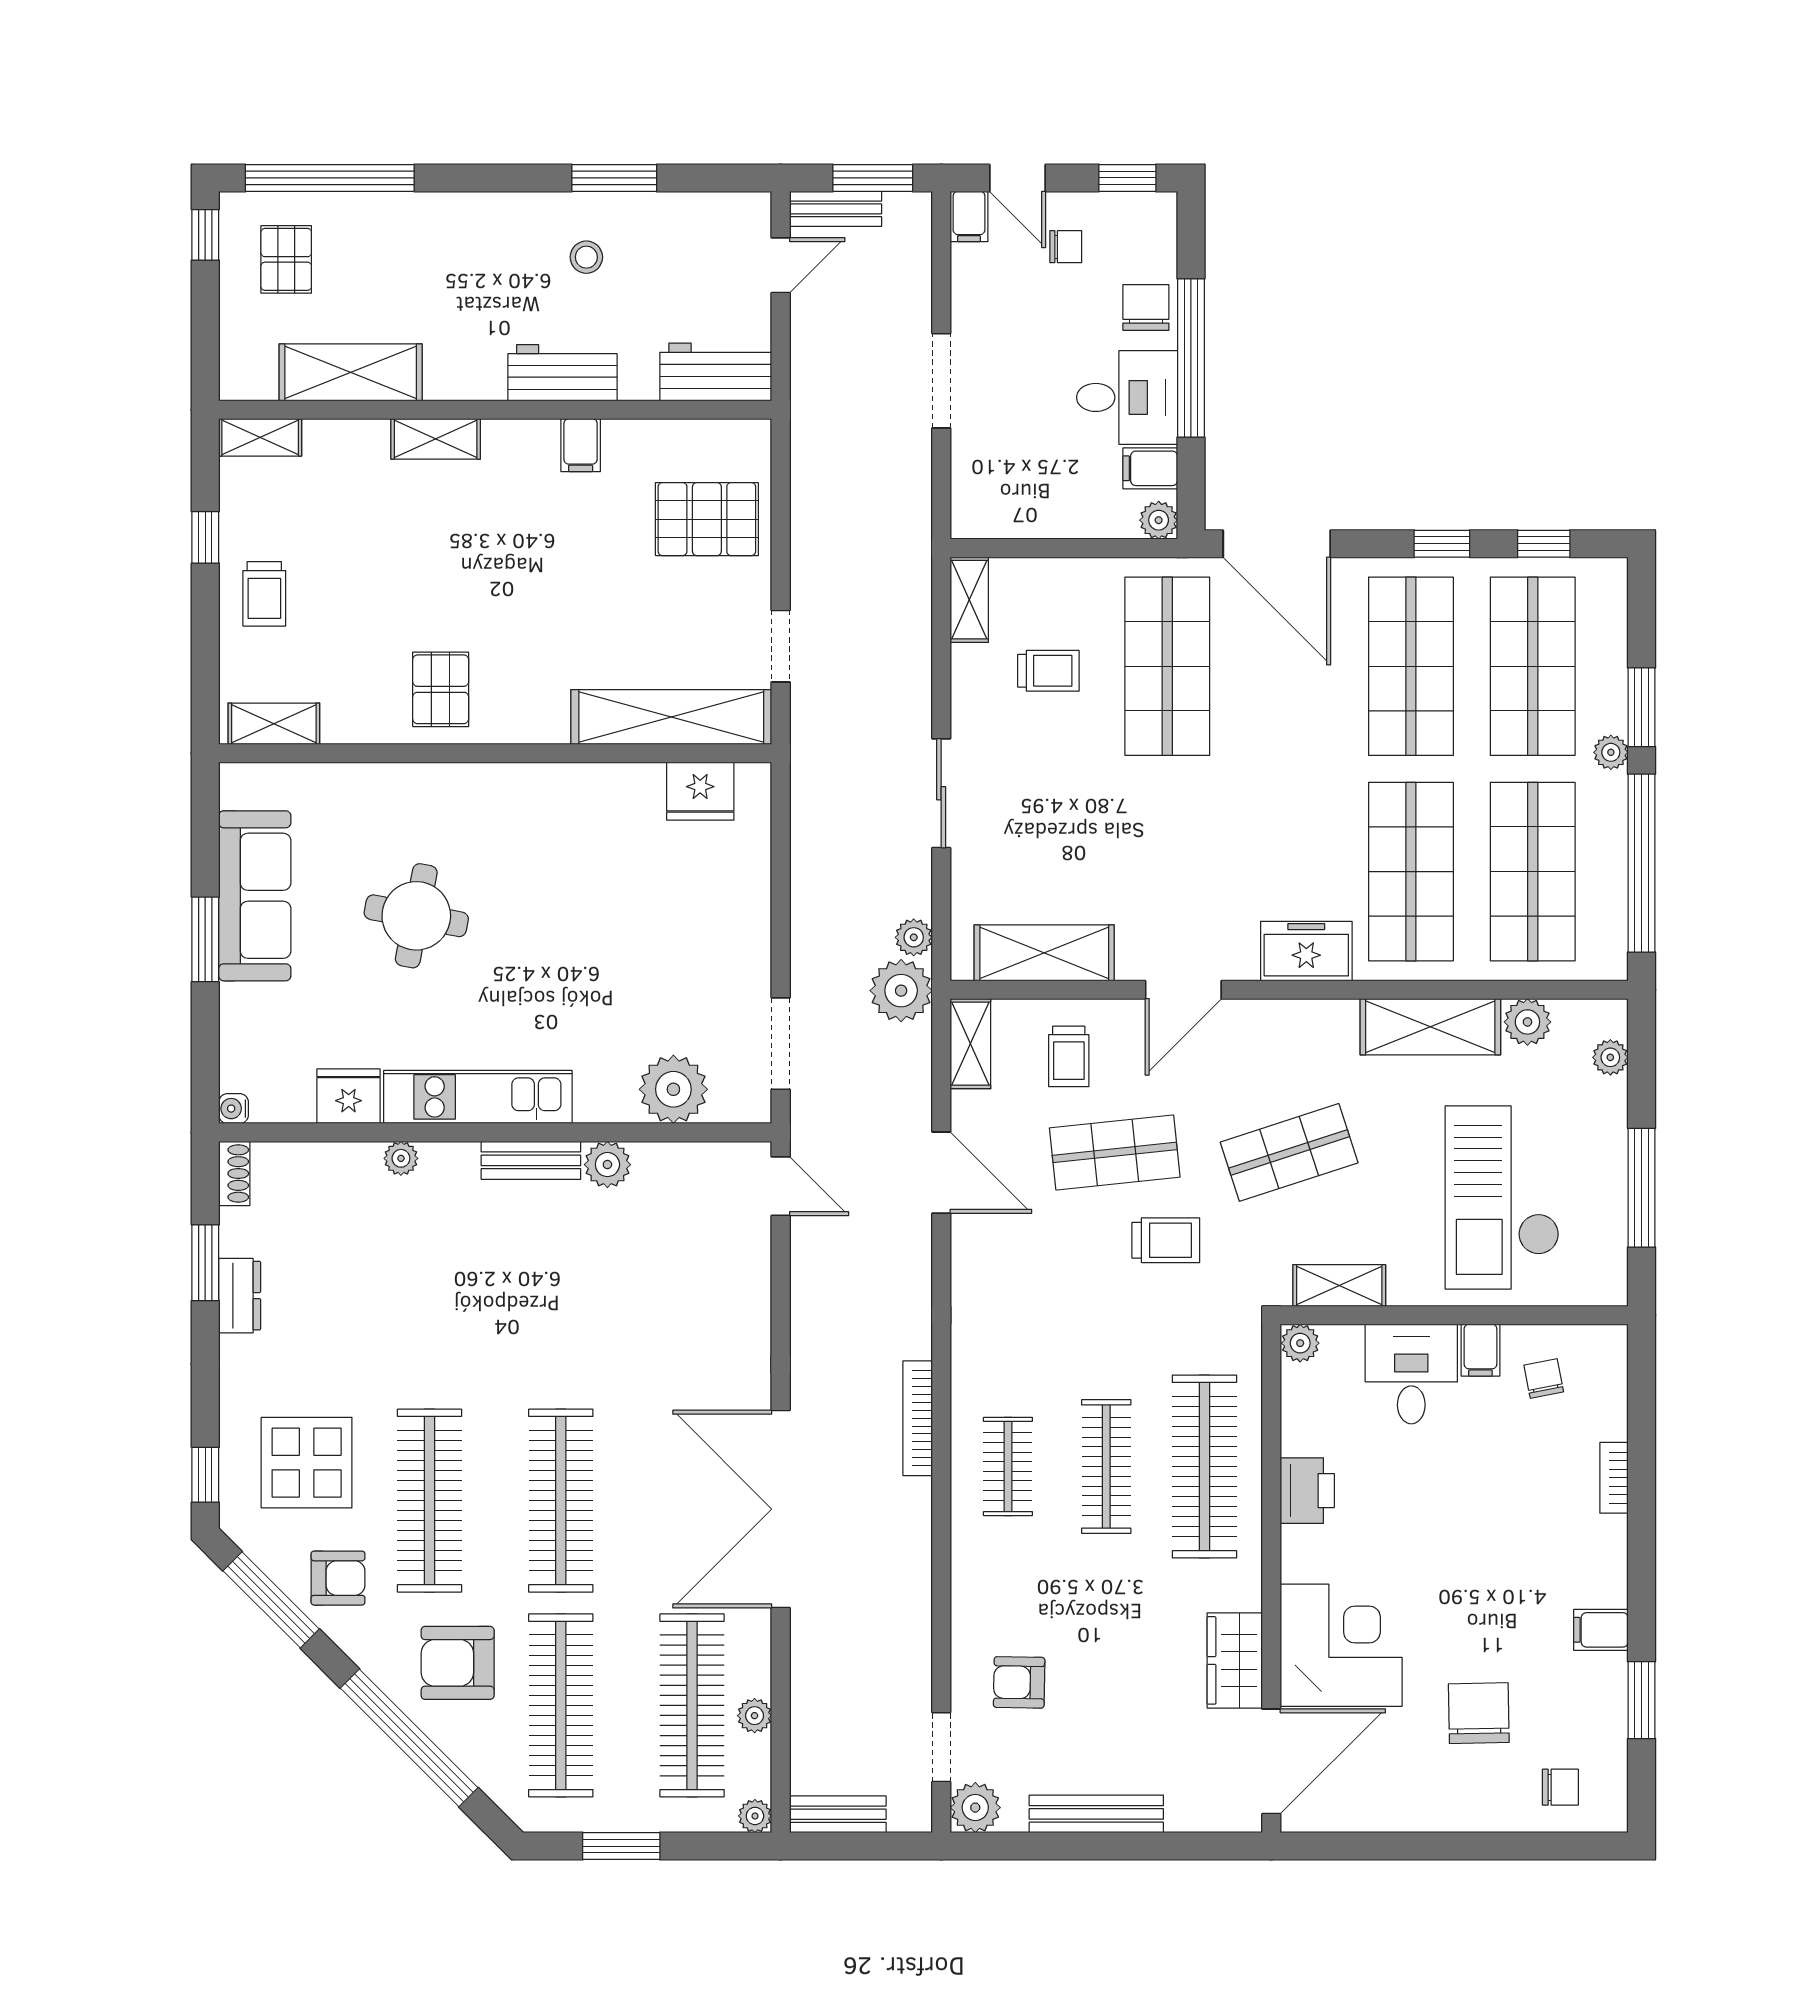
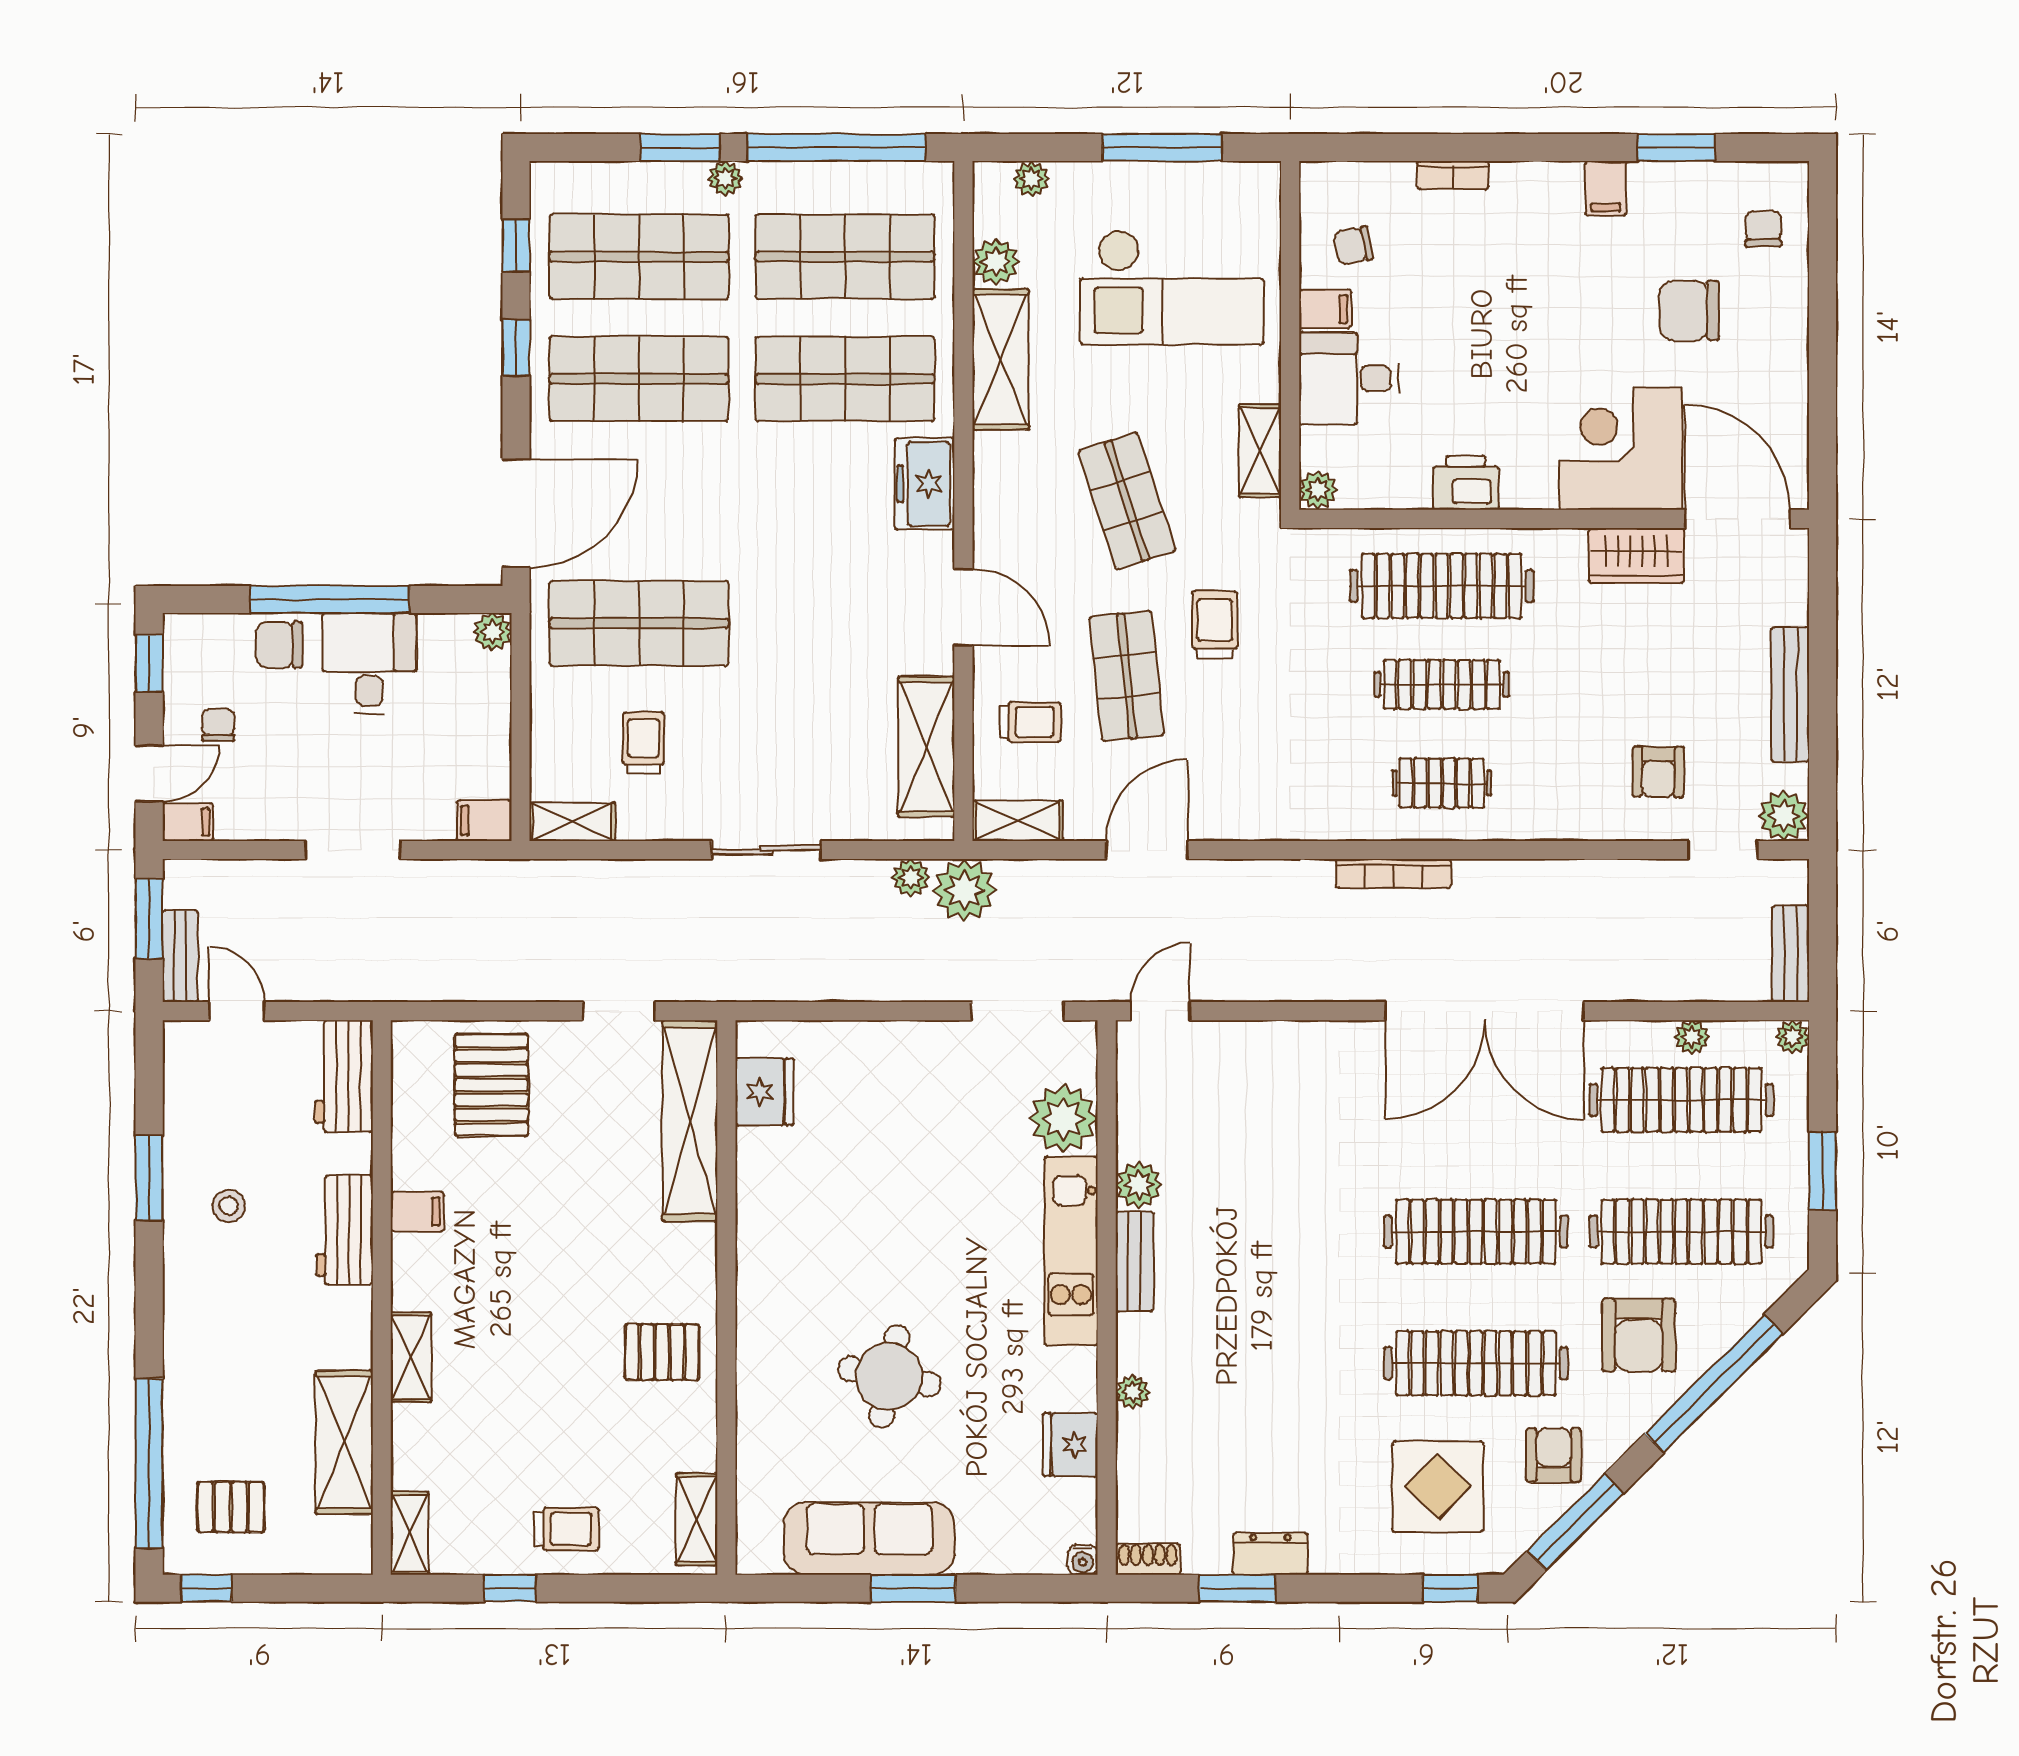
filing cabinet: (1150, 468) -> (484, 821), moved, turned 90
kitchen unit: (478, 1097) -> (1071, 1251), moved

